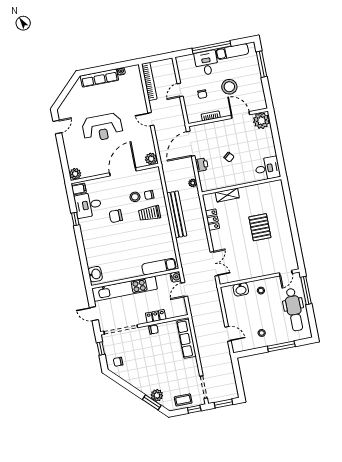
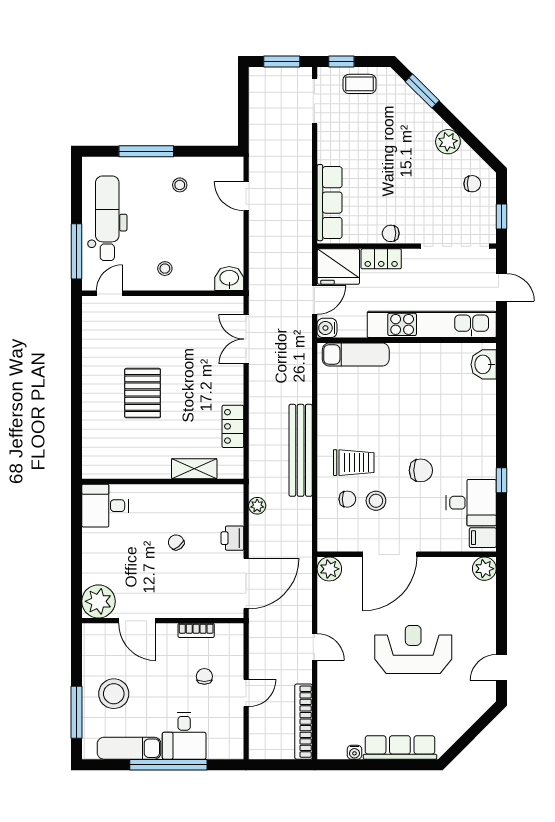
stool: (229, 87) -> (114, 694), moved
washbasin: (241, 289) -> (229, 278), moved
fridge: (176, 308) -> (338, 266), added
plant: (157, 395) -> (448, 142), moved

